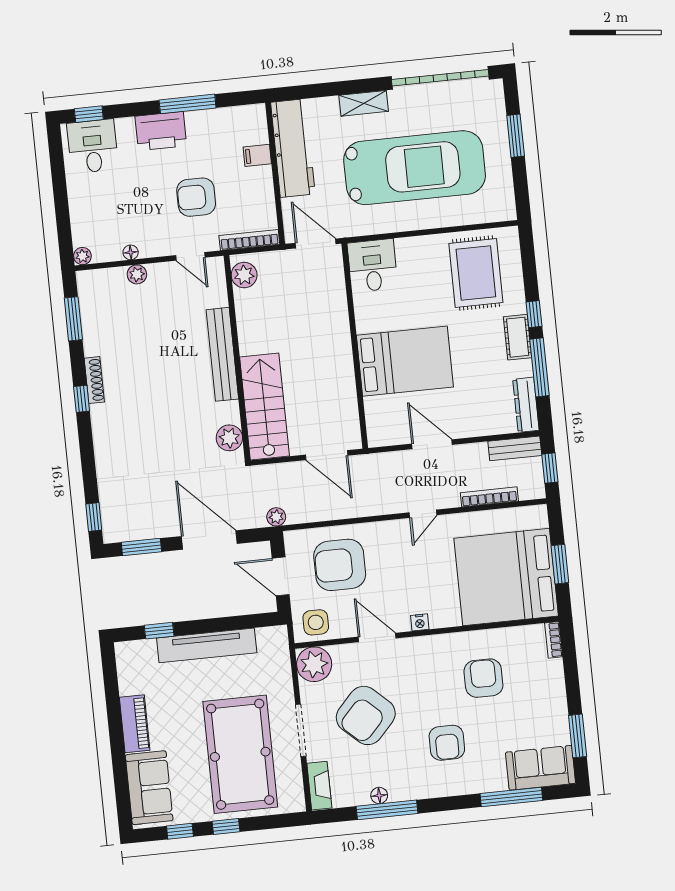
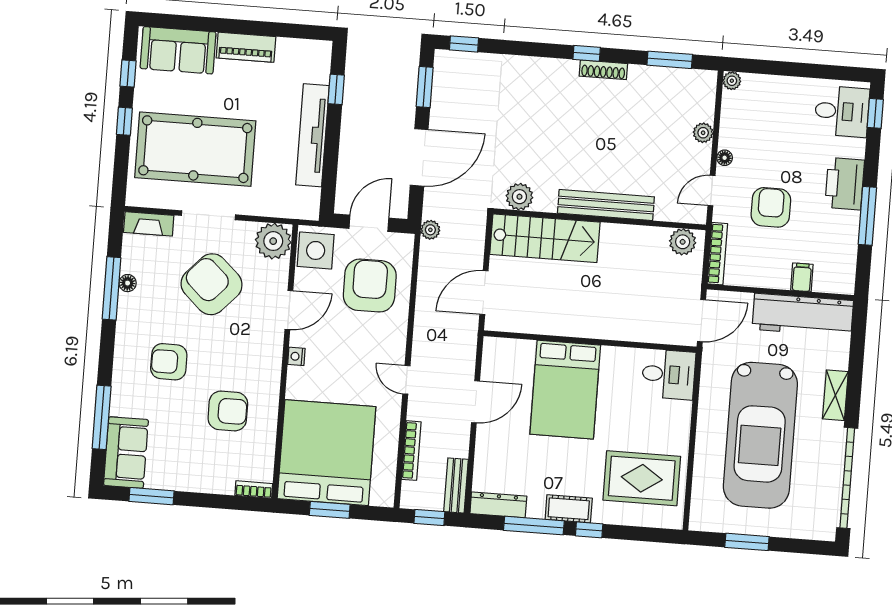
window: (516, 136) -> (747, 542), moved
floor lamp: (131, 252) -> (725, 158), moved
side table: (316, 622) -> (316, 250), width x1.37, depth x1.37

